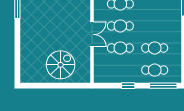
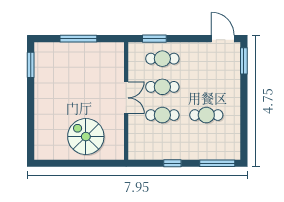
spiral stairs: (61, 65) -> (86, 137), turned -90
cafe table: (155, 70) -> (206, 143), removed

